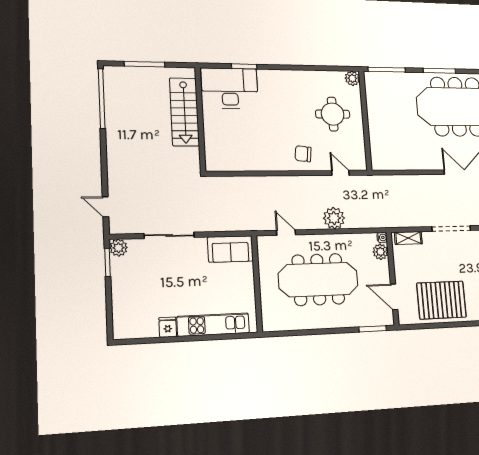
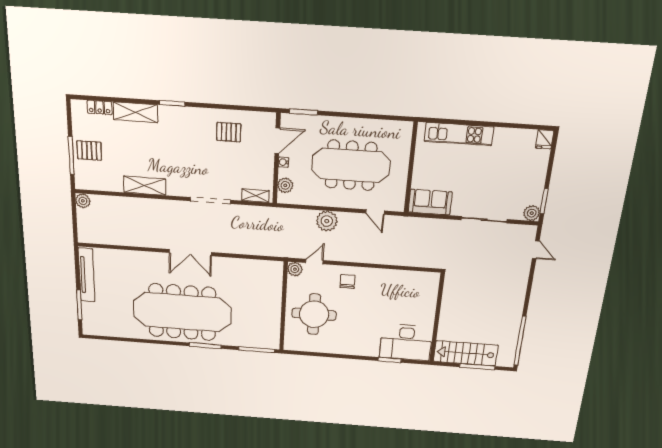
plant: (352, 78) -> (295, 269), moved
stairs: (184, 112) -> (466, 353), moved, turned -90
round table: (333, 114) -> (314, 314), width x1.36, depth x1.36
chair: (303, 154) -> (348, 281), turned -97
door: (340, 173) -> (314, 262), swing flipped
water cooler: (382, 237) -> (284, 162), moved
door: (394, 297) -> (277, 141), hinge flipped
pallet: (441, 300) -> (229, 132), width x0.49, depth x0.50
fridge: (168, 327) -> (545, 139), moved

